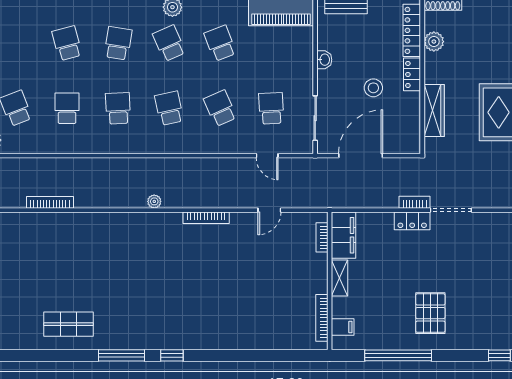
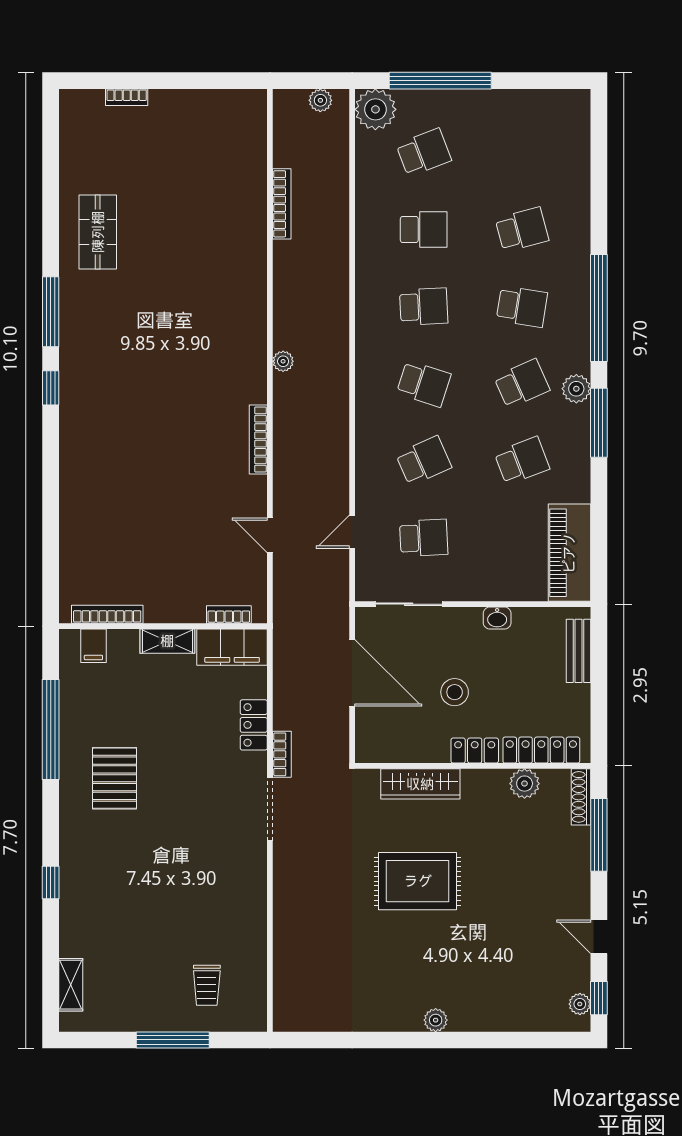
school desk: (169, 108) -> (424, 384), turned 30
locker: (412, 221) -> (254, 725), moved
pallet: (430, 313) -> (115, 778), turned 90

